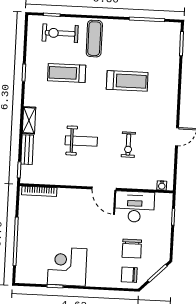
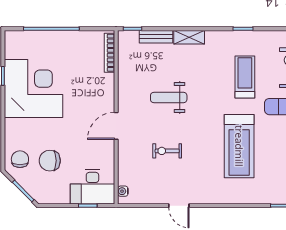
treadmill: (127, 81) -> (239, 146), width x1.37, depth x1.38
weight bench: (81, 141) -> (169, 97), turned 90
desk: (135, 207) -> (92, 187), moved, turned 90
corner desk: (67, 267) -> (34, 88), width x1.36, depth x1.36

